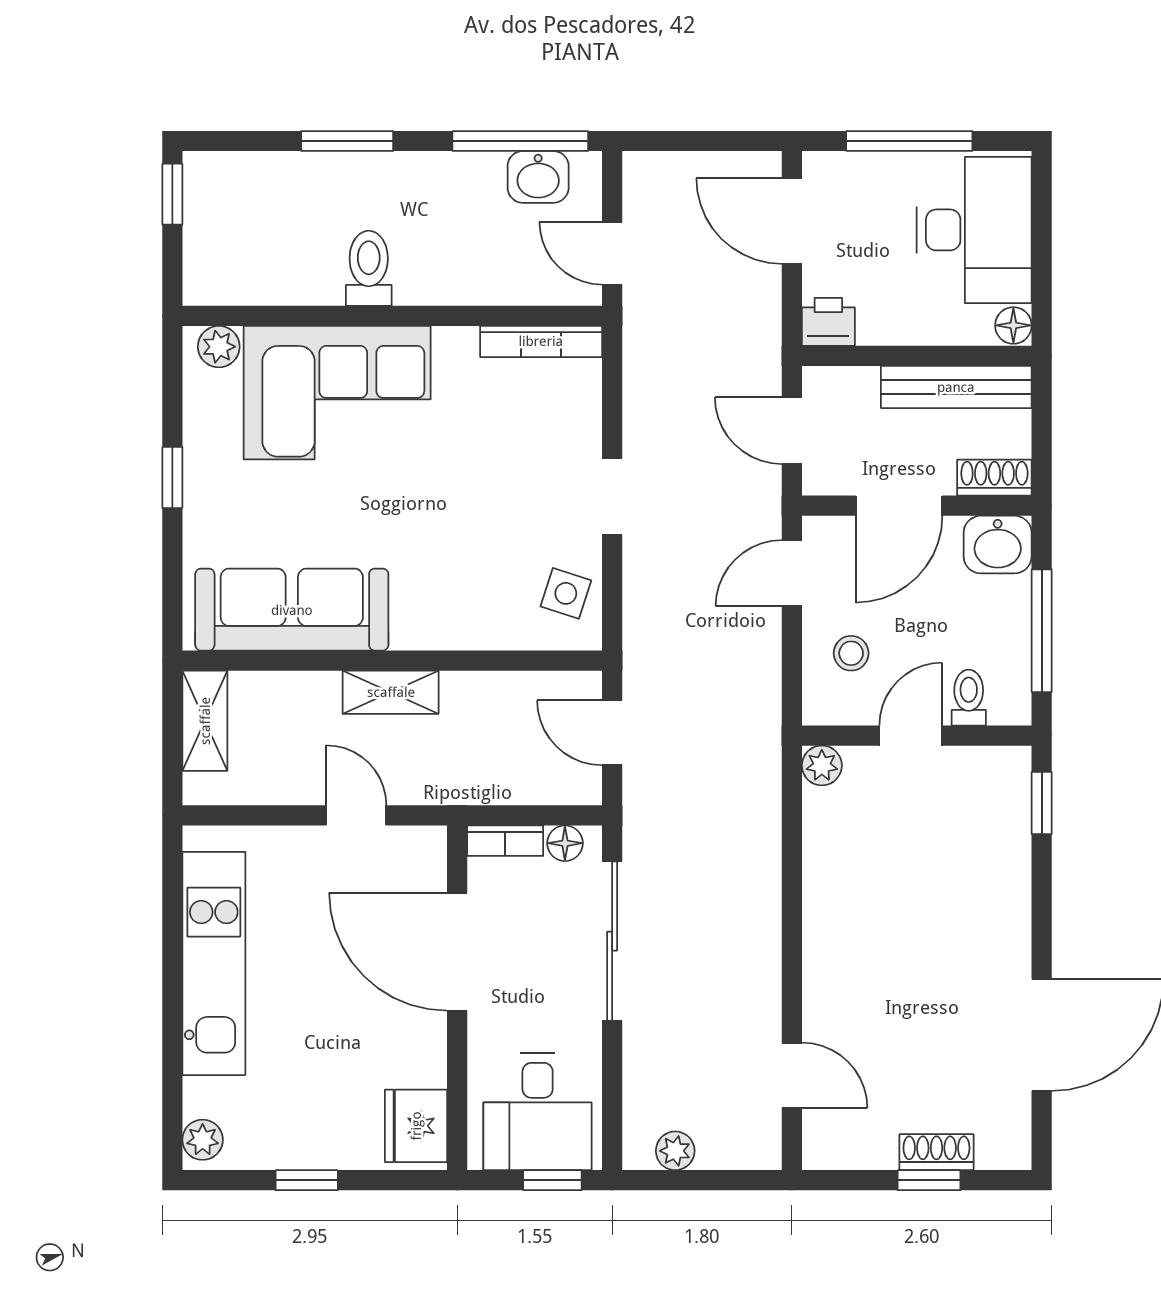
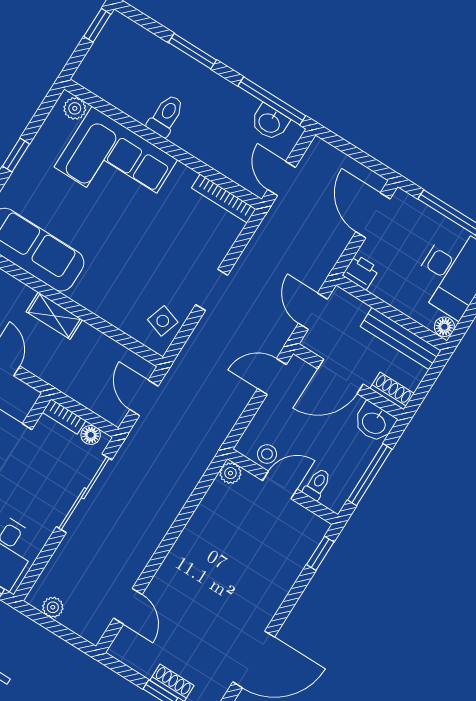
stool: (851, 653) -> (267, 454), moved

